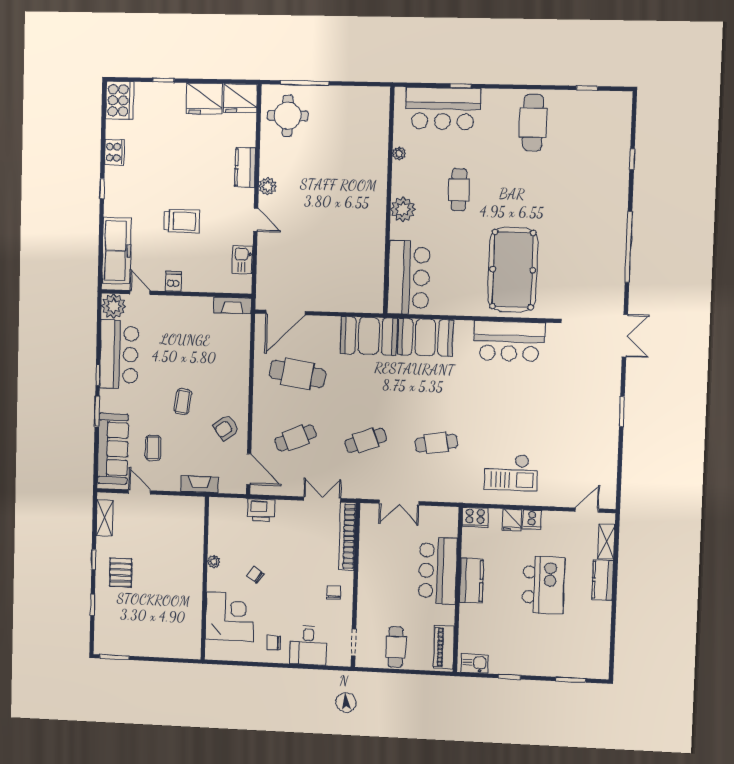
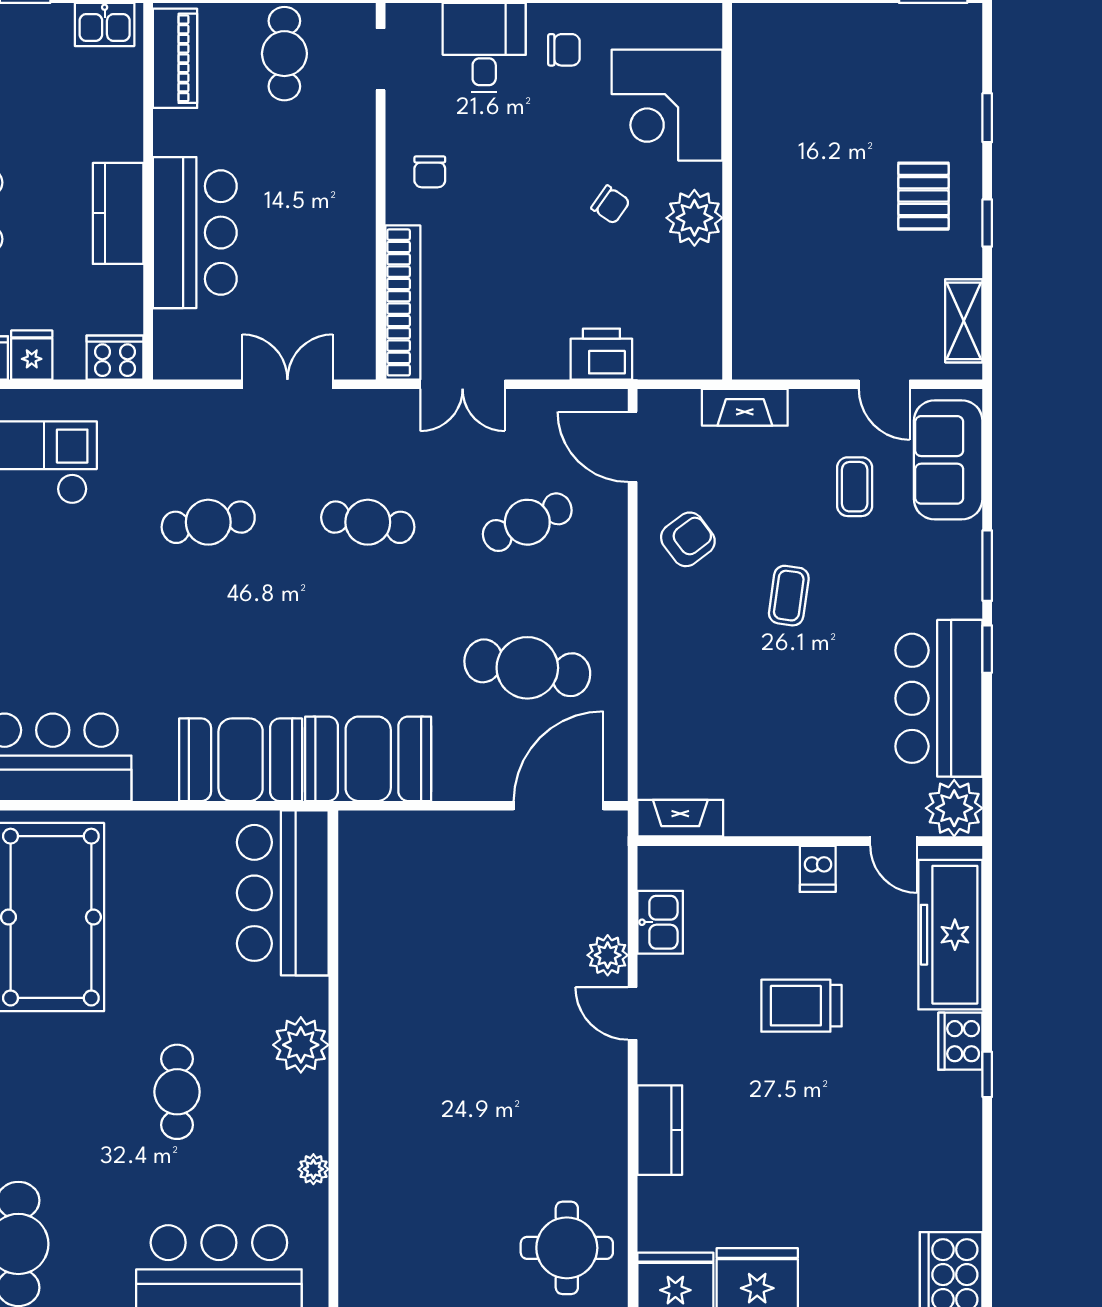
cooker: (114, 152) -> (960, 1041), moved
plant: (268, 186) -> (608, 955), moved
cafe table: (366, 440) -> (368, 522), turned 30
sofa: (113, 449) -> (948, 460), width x0.73
plant: (214, 562) -> (694, 218), width x1.87, depth x1.87

